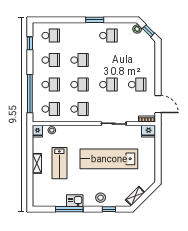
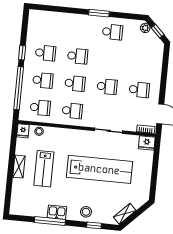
school desk: (51, 36) -> (48, 26), removed
window: (30, 43) -> (22, 53), moved
lab bench: (109, 159) -> (99, 169), turned 180

